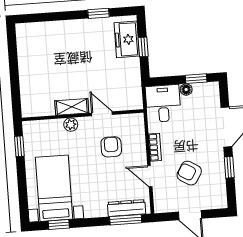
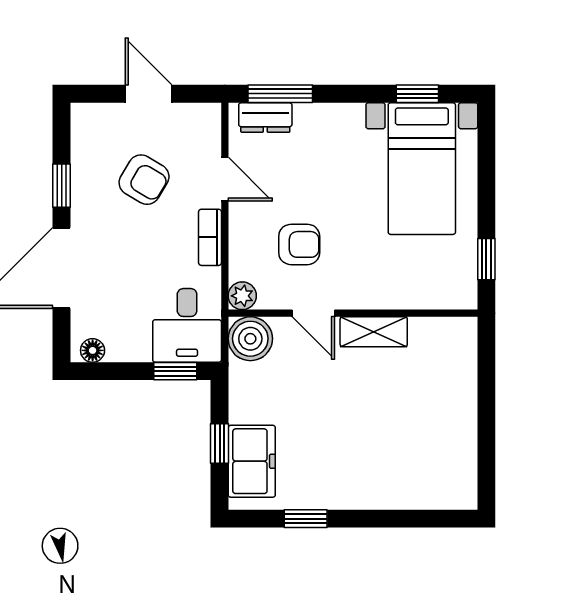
window: (196, 79) -> (175, 371), moved
floor lamp: (186, 89) -> (93, 350), moved
boiler: (132, 99) -> (250, 339), added
plant: (71, 125) -> (242, 296), moved
armchair: (111, 147) -> (299, 244), turned -90
dresser: (127, 208) -> (265, 117), width x0.70

